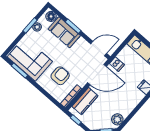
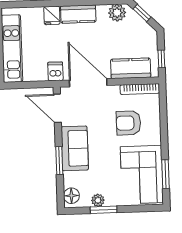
sofa: (64, 32) -> (75, 148), moved
kitchen counter: (134, 100) -> (78, 14), added

